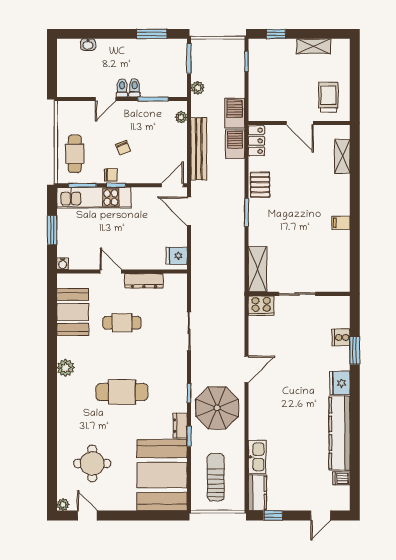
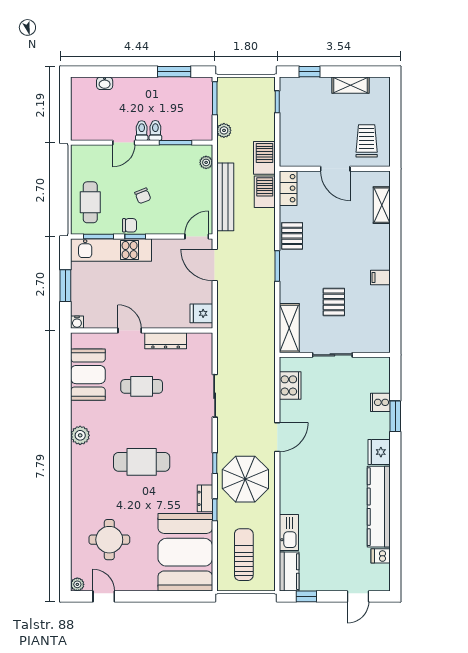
pallet: (298, 245) -> (334, 302), added
cooker: (261, 306) -> (290, 385), moved, turned -90

